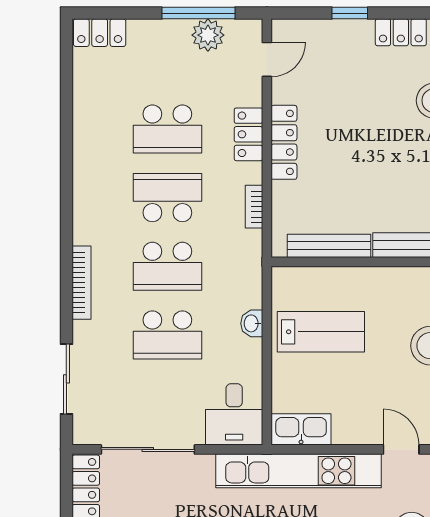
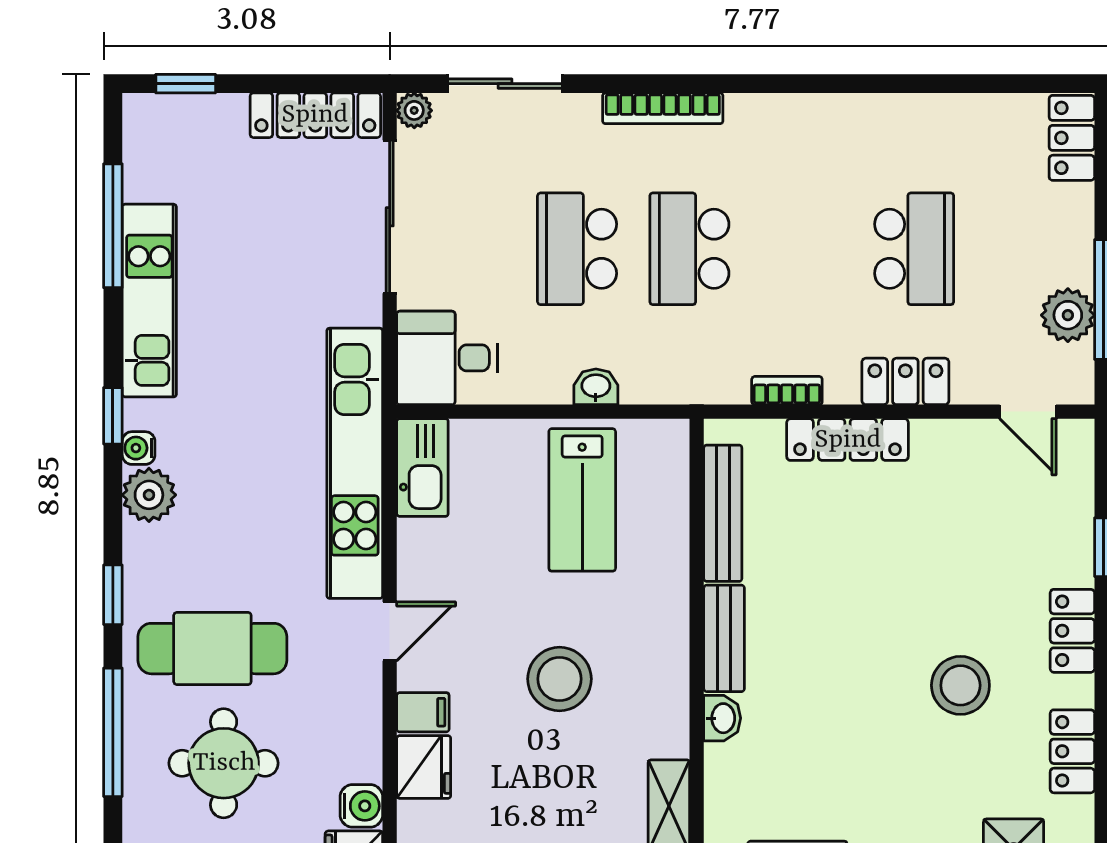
school desk: (167, 129) -> (914, 249), turned 180
locker: (284, 142) -> (848, 440), moved
school desk: (167, 198) -> (802, 249), removed
plant: (83, 434) -> (414, 110), added

